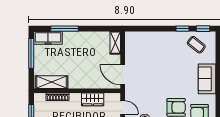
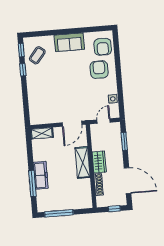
freezer: (48, 38) -> (41, 175), moved
shelving: (52, 82) -> (83, 163), moved
wardrobe: (93, 99) -> (99, 162), moved

